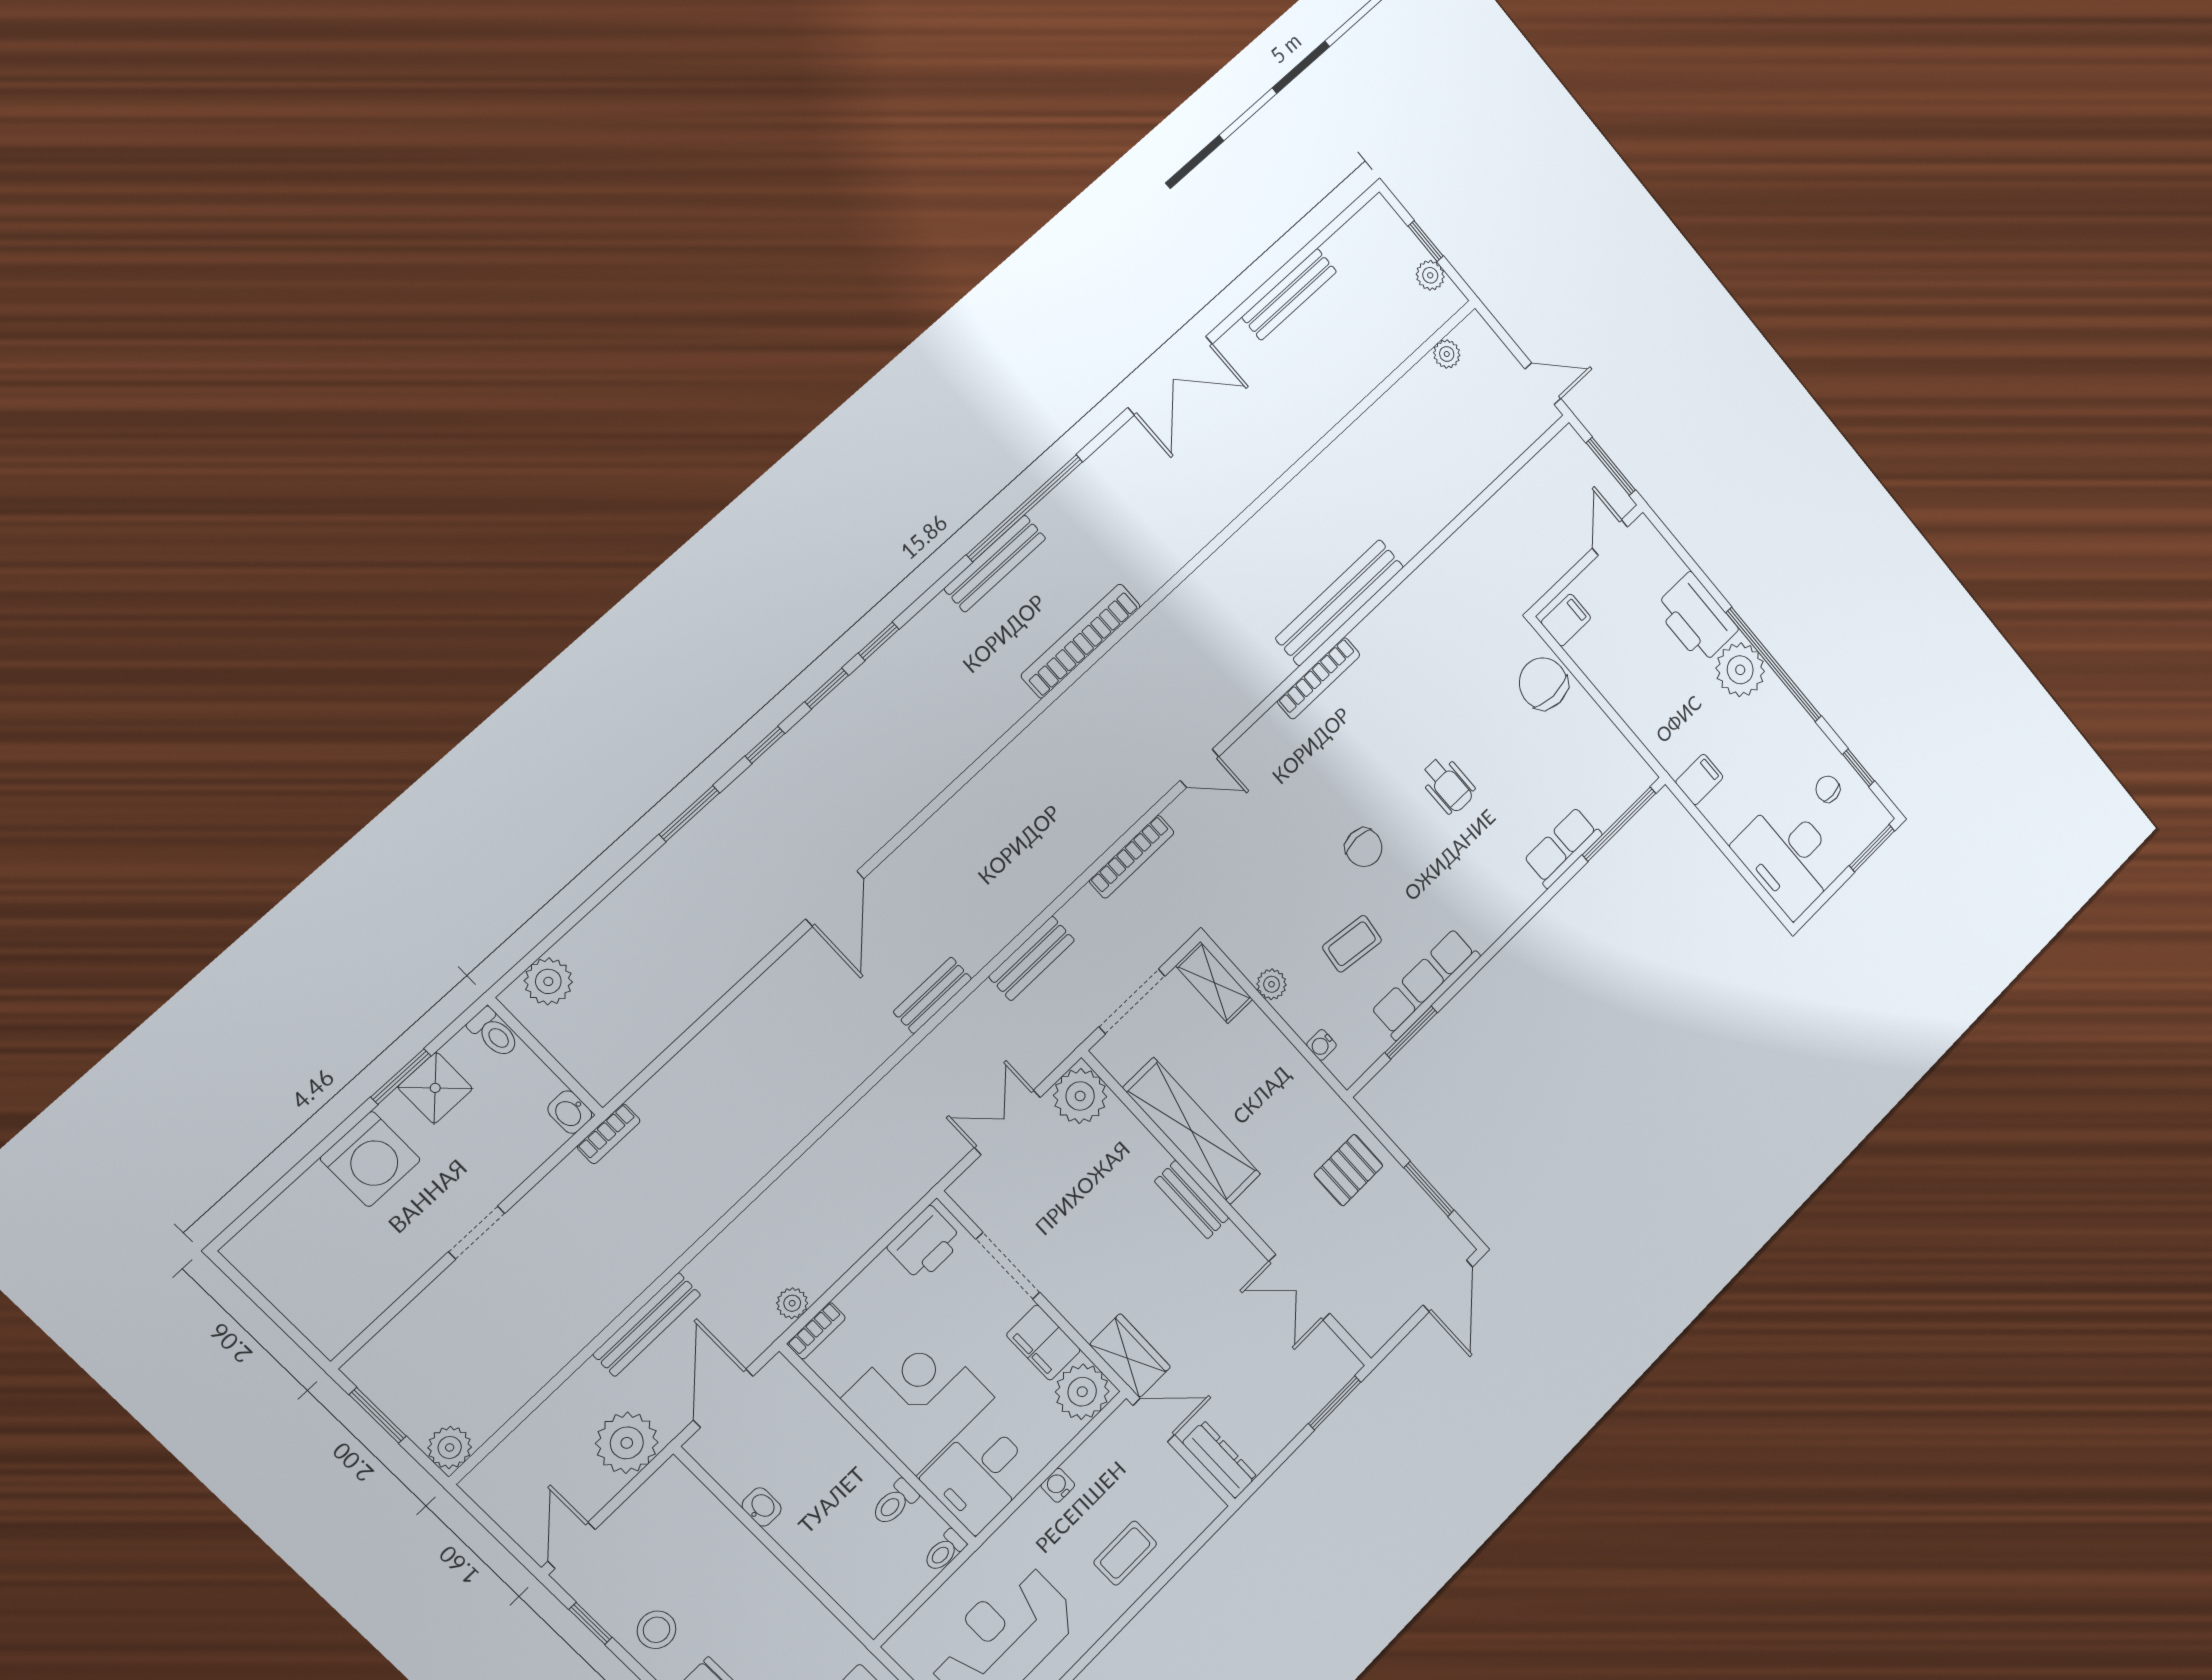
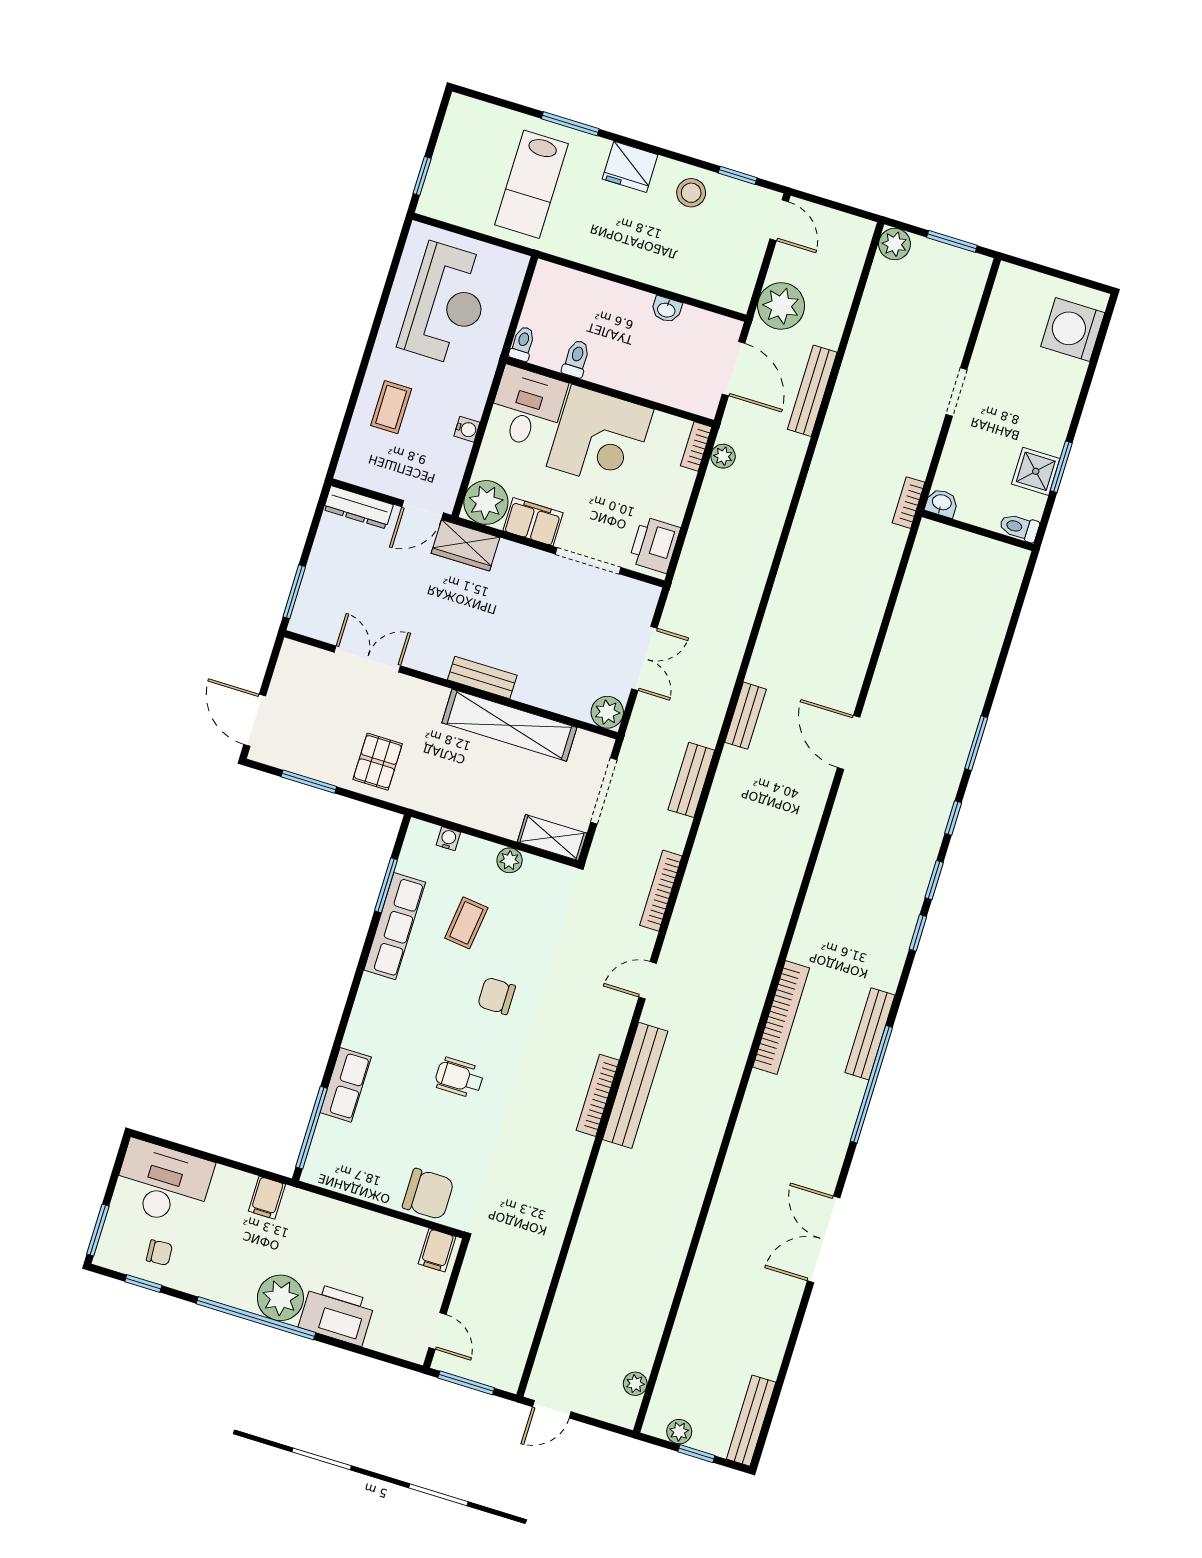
bench: (1289, 294) -> (751, 1421), moved
bench: (1340, 603) -> (635, 1085), moved
plant: (548, 981) -> (1004, 580), removed
plant: (1080, 1096) -> (607, 712), width x0.73, depth x0.73
washing machine: (370, 1159) -> (1073, 330), moved

